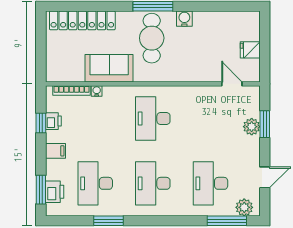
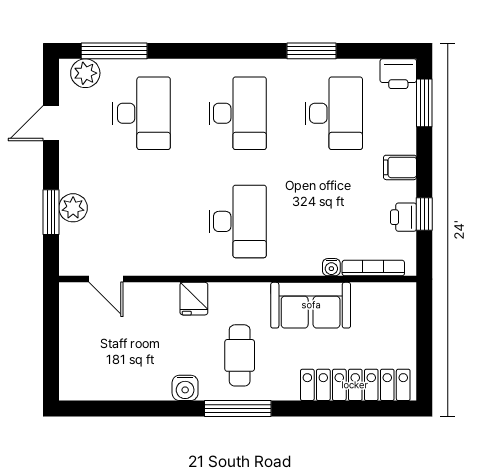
cafe table: (152, 38) -> (240, 355), width x0.73, depth x0.74
fridge: (250, 50) -> (194, 299), moved, turned 90
printer: (55, 192) -> (398, 74), moved, turned -90

